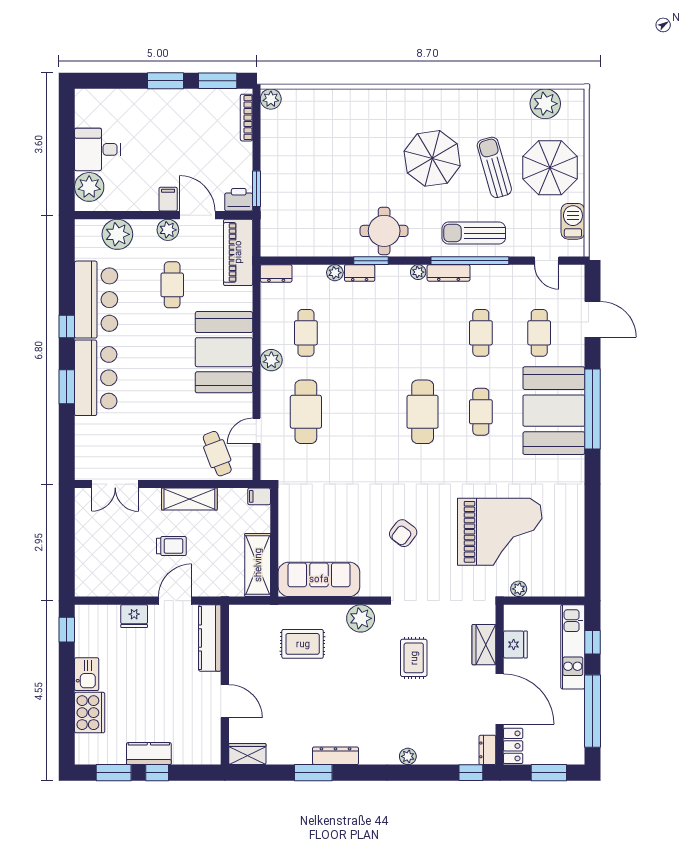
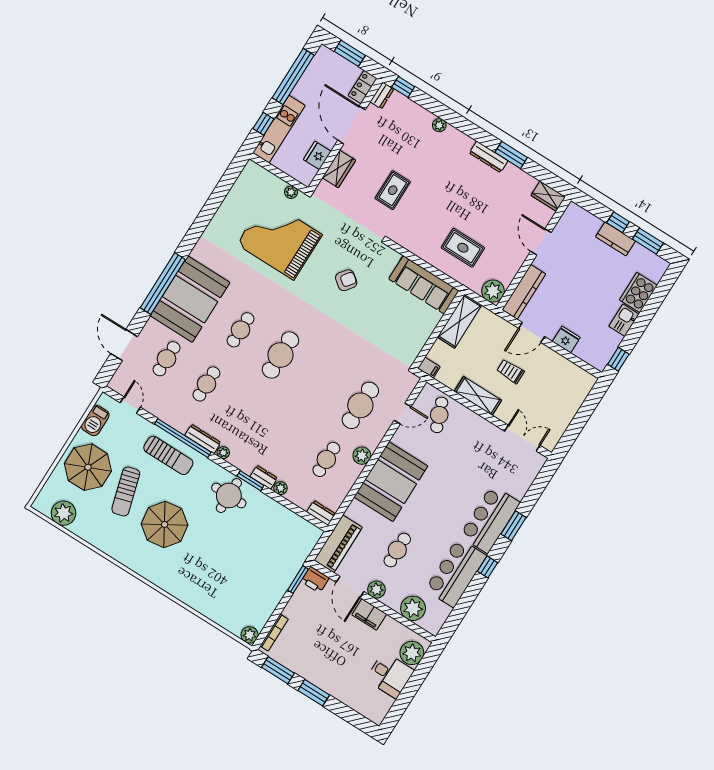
filing cabinet: (168, 199) -> (369, 614), width x2.00
plant: (361, 618) -> (493, 291), moved

